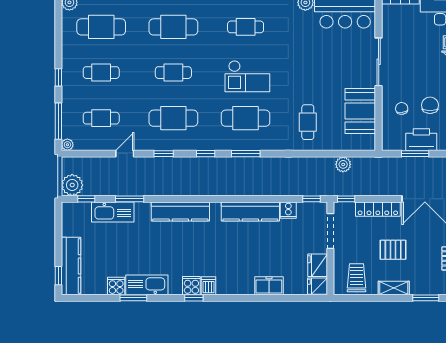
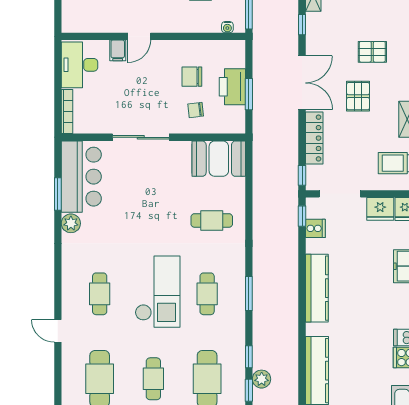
checkout: (247, 76) -> (158, 292), width x1.36, depth x1.21
booth: (360, 111) -> (219, 159), moved
cafe table: (246, 118) -> (207, 294), width x0.73, depth x0.74
window: (206, 154) -> (249, 357), moved
plant: (343, 164) -> (262, 379), moved
cooker: (288, 210) -> (315, 228), moved
pallet: (393, 250) -> (358, 96), moved

